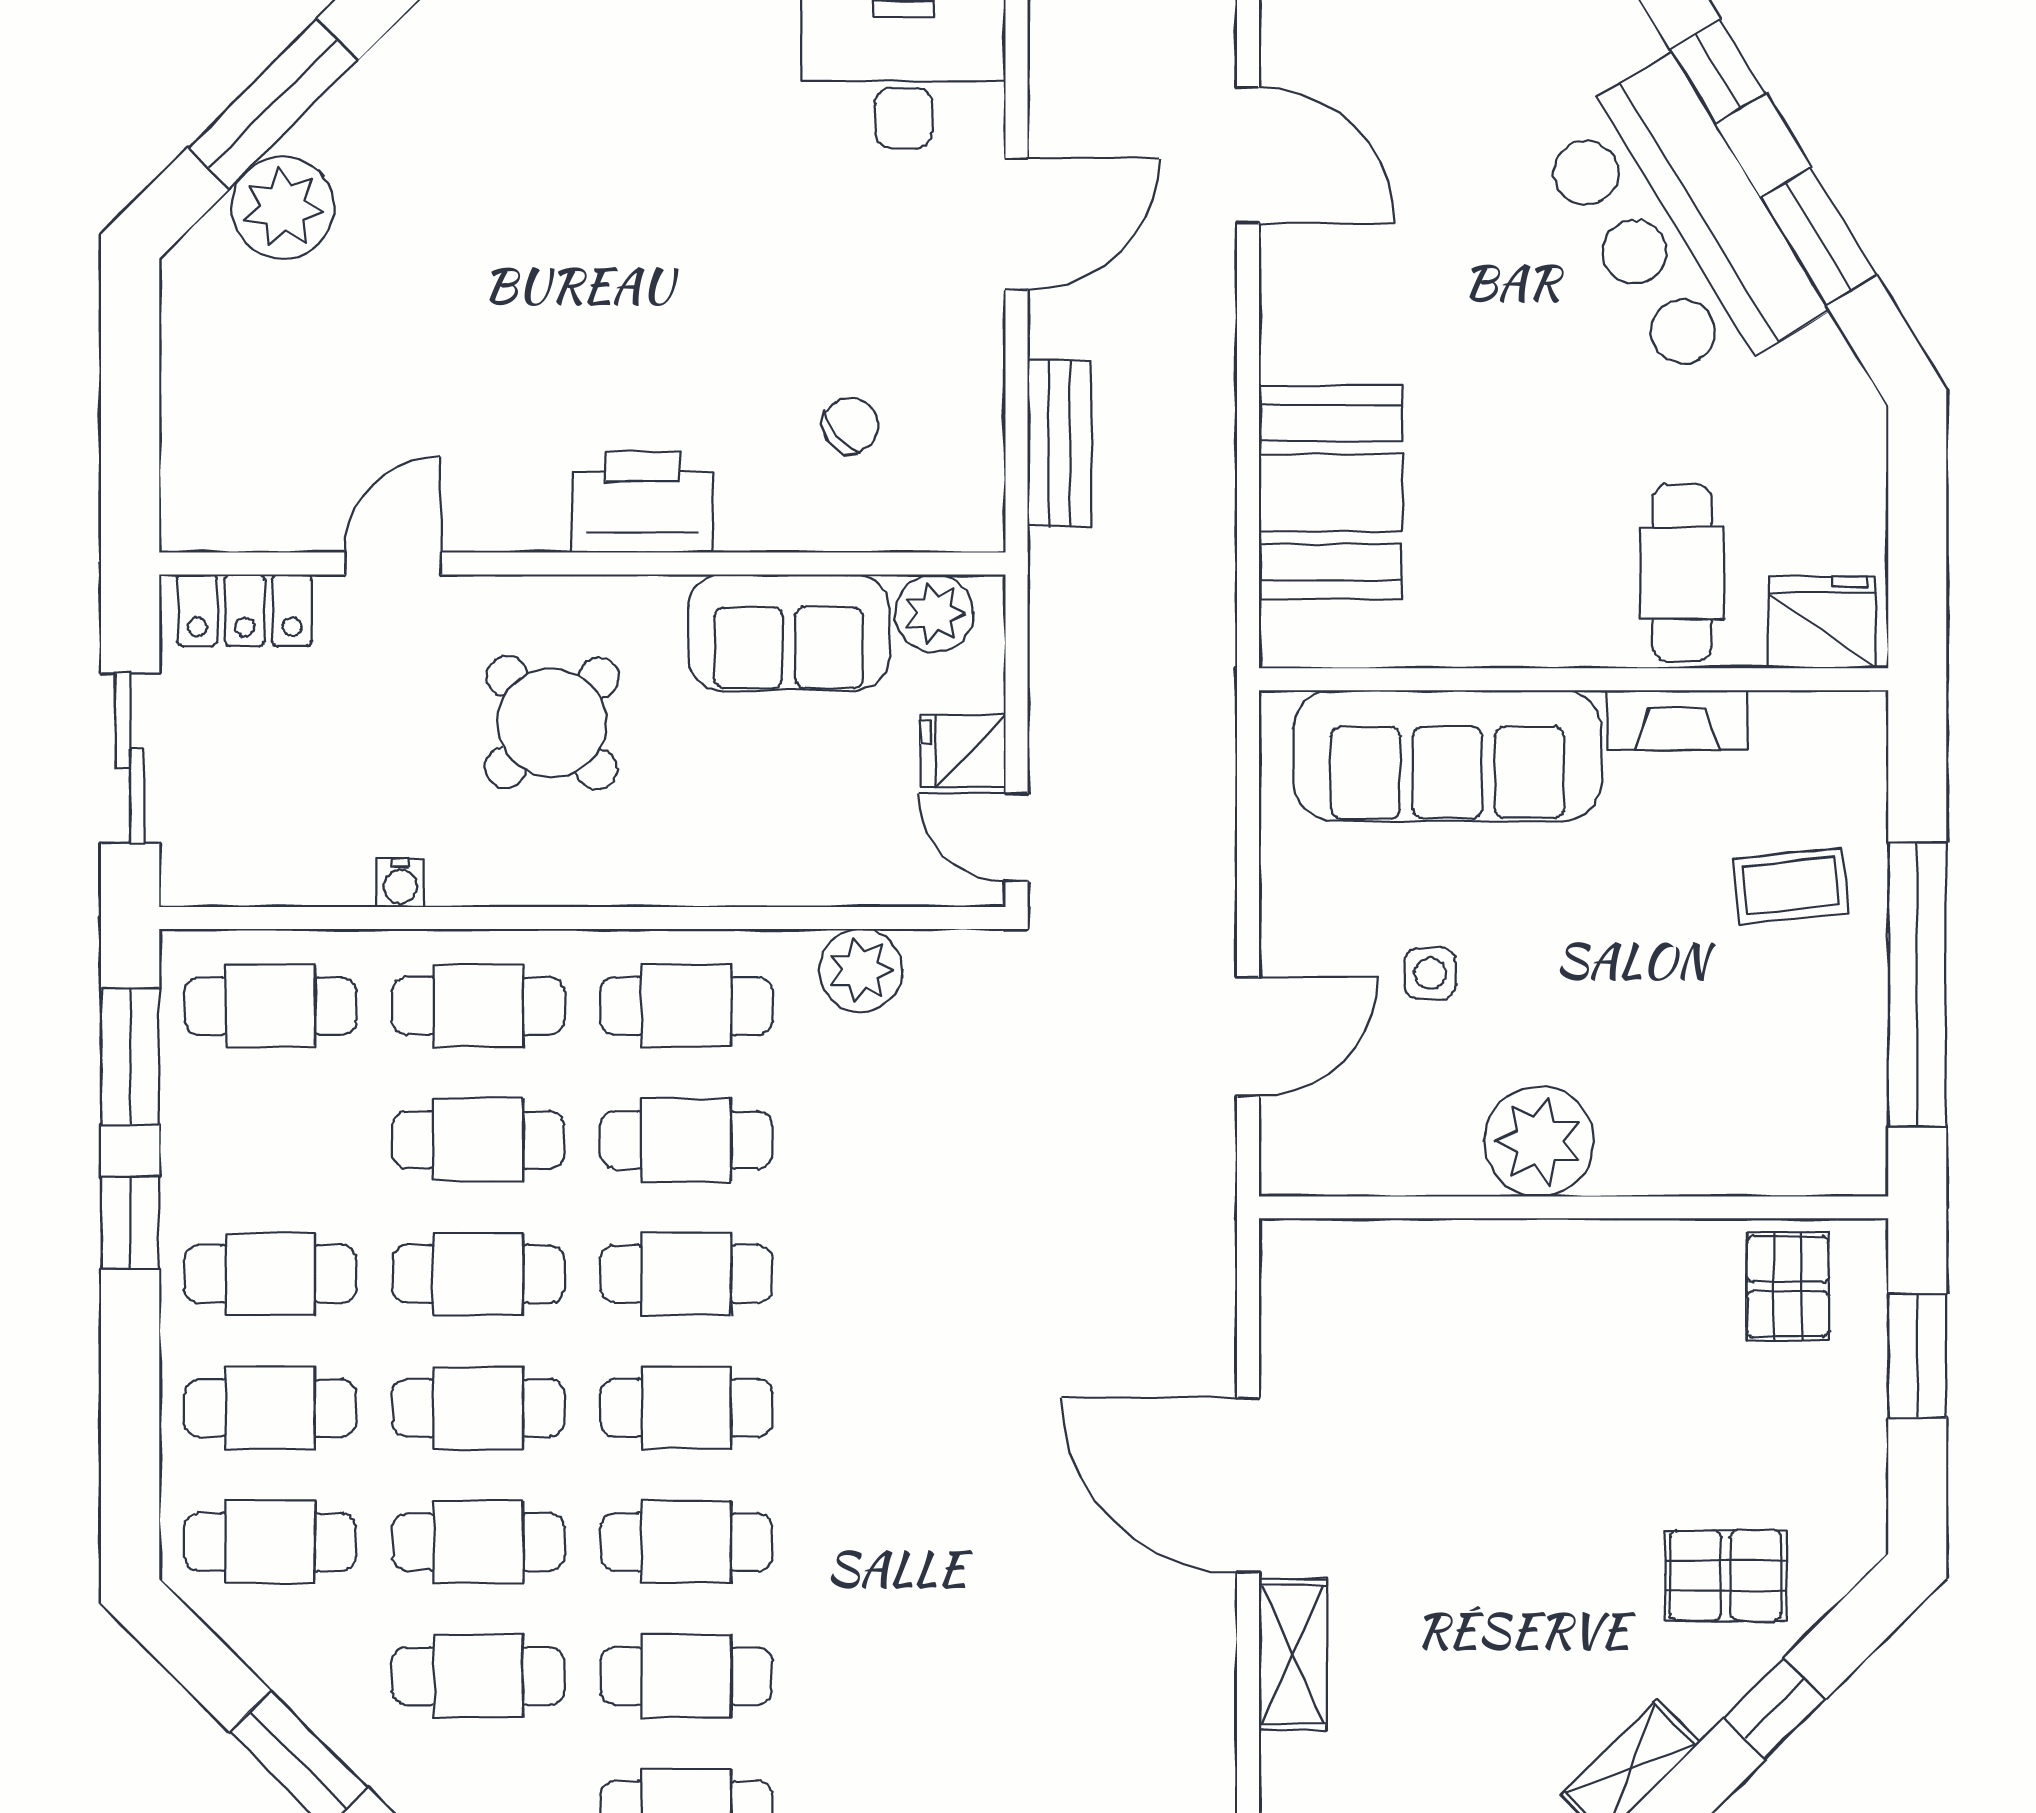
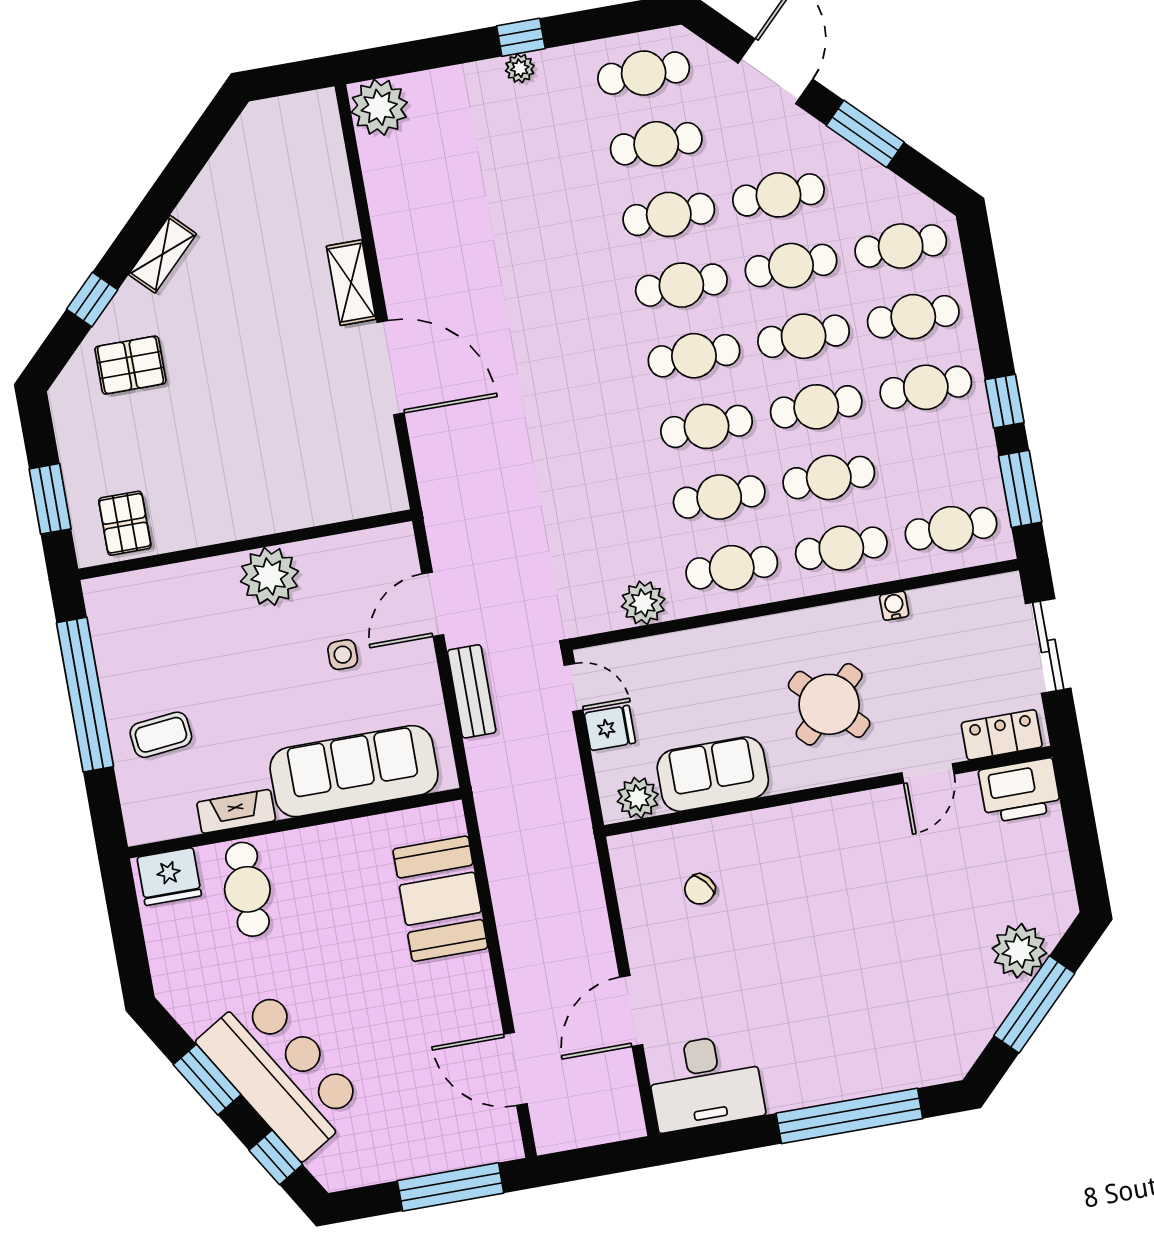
bench: (1059, 443) -> (472, 691), moved
printer: (642, 502) -> (1020, 790), moved

